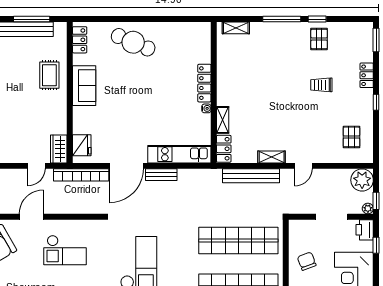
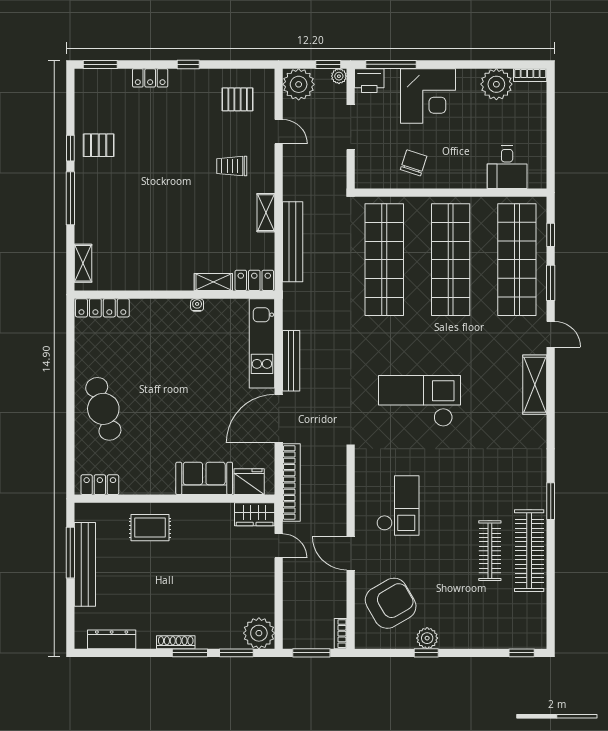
cafe table: (133, 42) -> (103, 409), turned -40
locker: (204, 83) -> (102, 308), moved
trolley: (321, 85) -> (232, 166), moved, turned 90
sofa: (84, 86) -> (204, 478), moved
door: (126, 166) -> (279, 419), swing flipped
door: (303, 166) -> (279, 132), moved
bench: (161, 175) -> (291, 361), width x1.36
window: (376, 245) -> (391, 64), width x2.17
chair: (307, 261) -> (414, 163), turned 129

